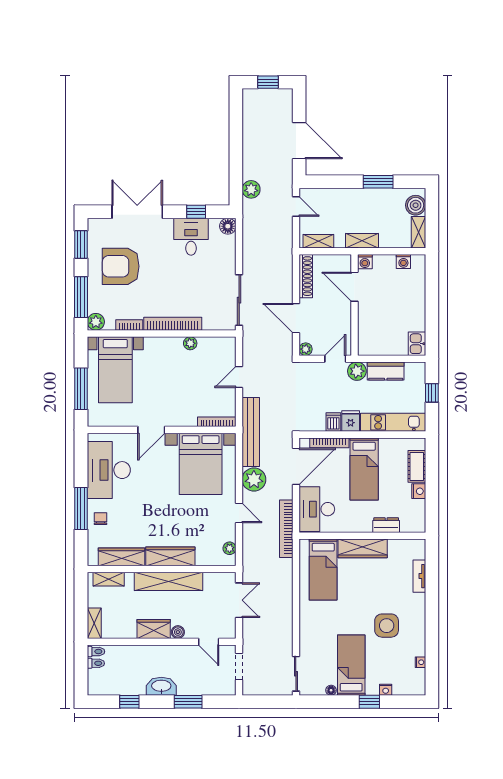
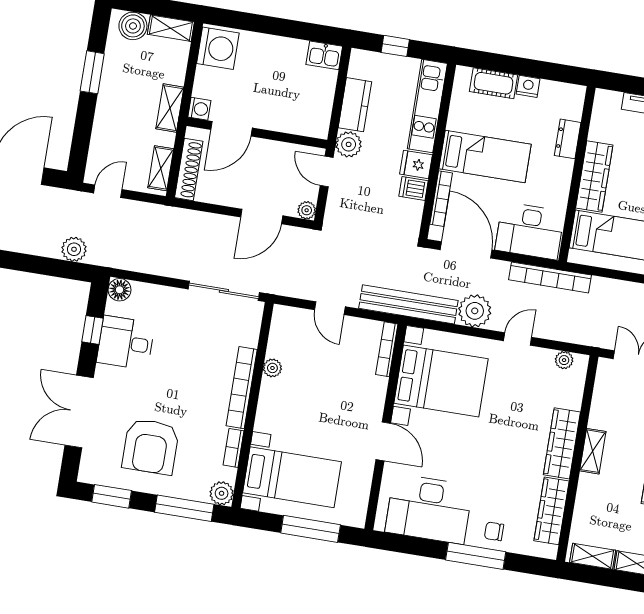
washing machine: (403, 261) -> (218, 48), width x1.89, depth x1.89
shoe rack: (306, 276) -> (189, 169), moved, turned 90
shelving: (109, 579) -> (593, 556), moved, turned 90
shelving: (168, 581) -> (593, 451), width x0.45, depth x0.75

